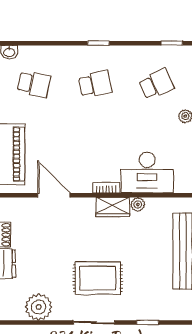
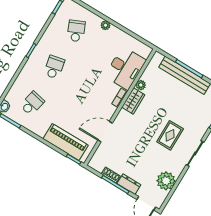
rug: (98, 278) -> (170, 135), width x0.73, depth x0.70

